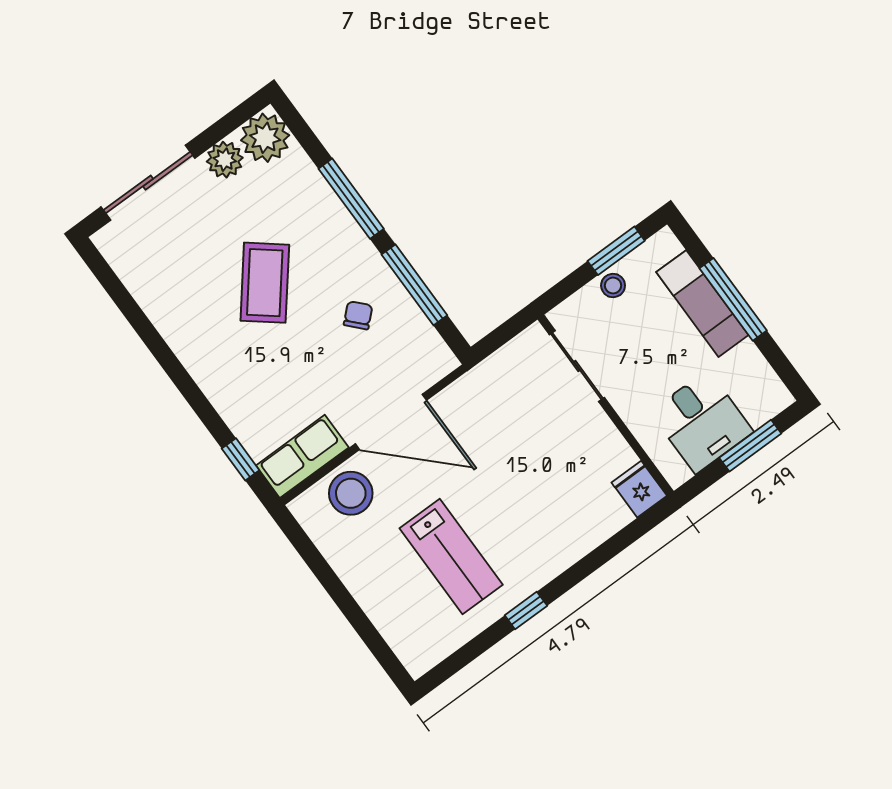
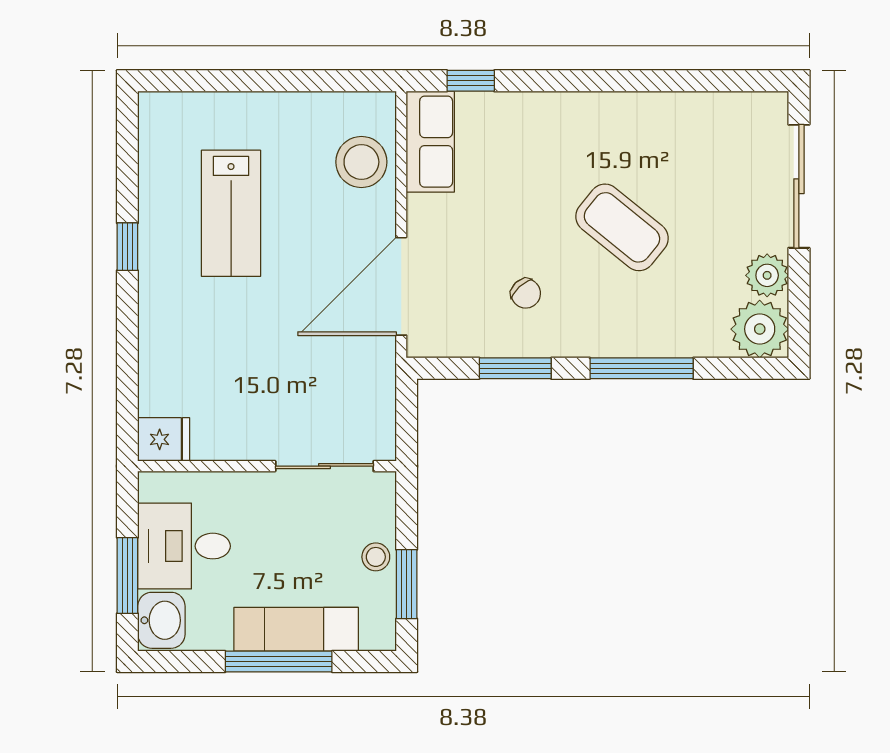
window: (414, 285) -> (515, 368), width x0.69
washbasin: (764, 400) -> (161, 620), added
door: (391, 422) -> (401, 286), moved
lab bench: (451, 557) -> (231, 213), turned -90

